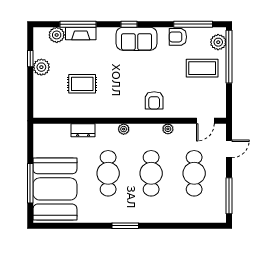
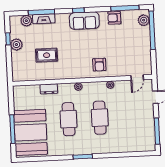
coffee table: (202, 68) -> (133, 40), removed
cafe table: (194, 173) -> (131, 116), removed

